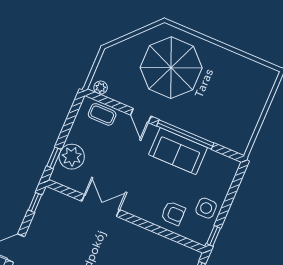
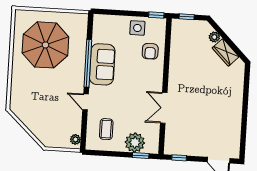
parasol: (171, 68) -> (45, 45), moved
coffee table: (102, 114) -> (106, 129), moved
door: (141, 115) -> (86, 102), swing flipped
armchair: (173, 213) -> (150, 51), turned 180

